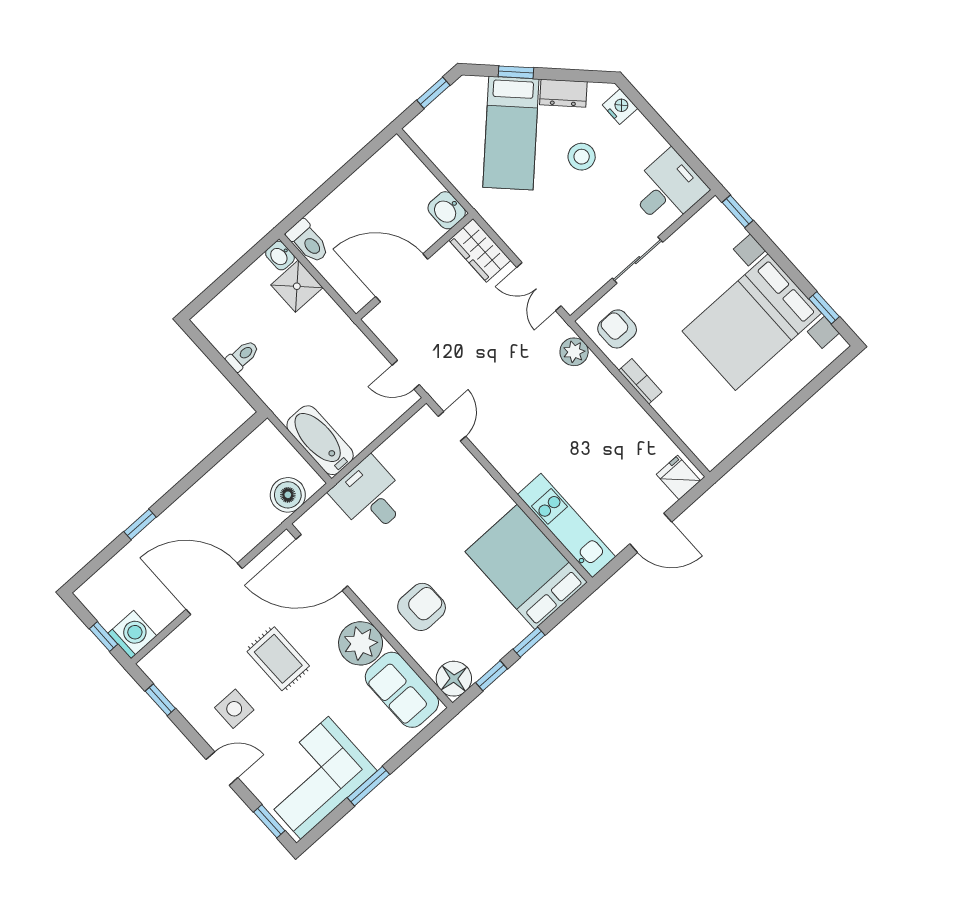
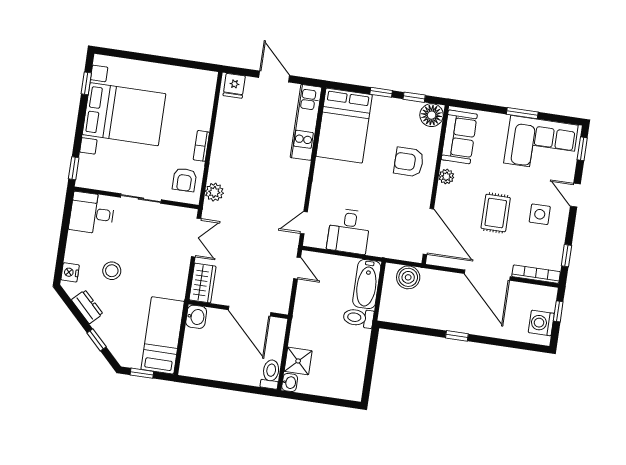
bed: (511, 133) -> (163, 335), moved, turned -45
toilet: (243, 356) -> (358, 318), moved, width x1.37, depth x1.39
desk: (370, 496) -> (349, 231), moved
window: (140, 524) -> (457, 336), moved
washing machine: (132, 635) -> (541, 323), moved
plant: (361, 643) -> (446, 177), width x0.53, depth x0.53
bookcase: (168, 647) -> (536, 274), added

